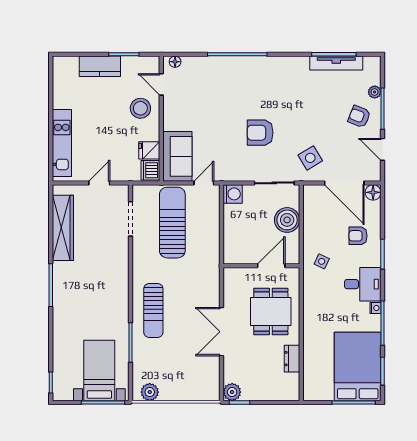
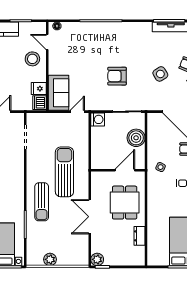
side table: (310, 158) -> (160, 74), moved
sun lounger: (172, 223) -> (64, 172), moved
plant: (150, 392) -> (50, 259), moved

